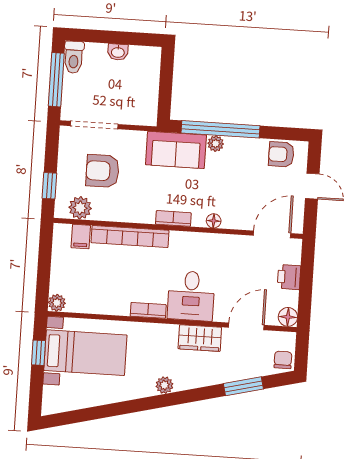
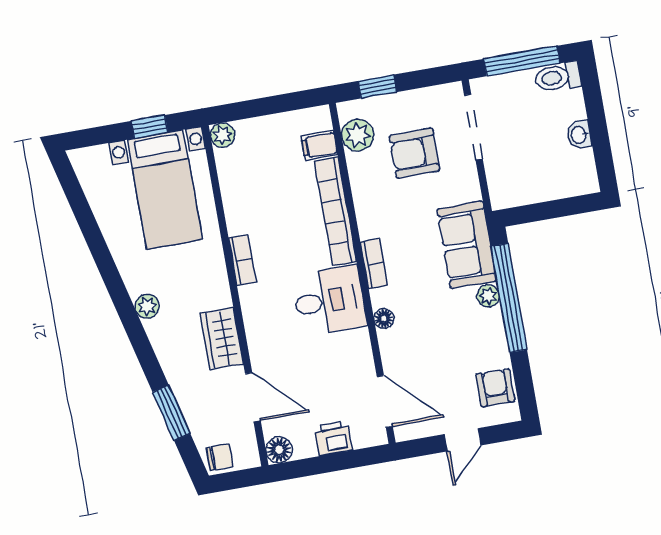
armchair: (103, 171) -> (415, 153), turned -90
desk: (191, 296) -> (329, 301), moved, turned 180

